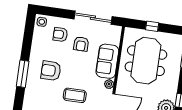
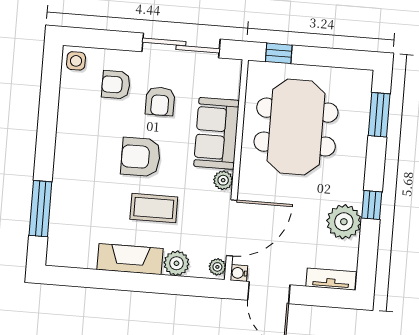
window: (152, 26) -> (279, 53), moved
armchair: (51, 71) -> (141, 157), moved
window: (23, 74) -> (40, 209), moved

